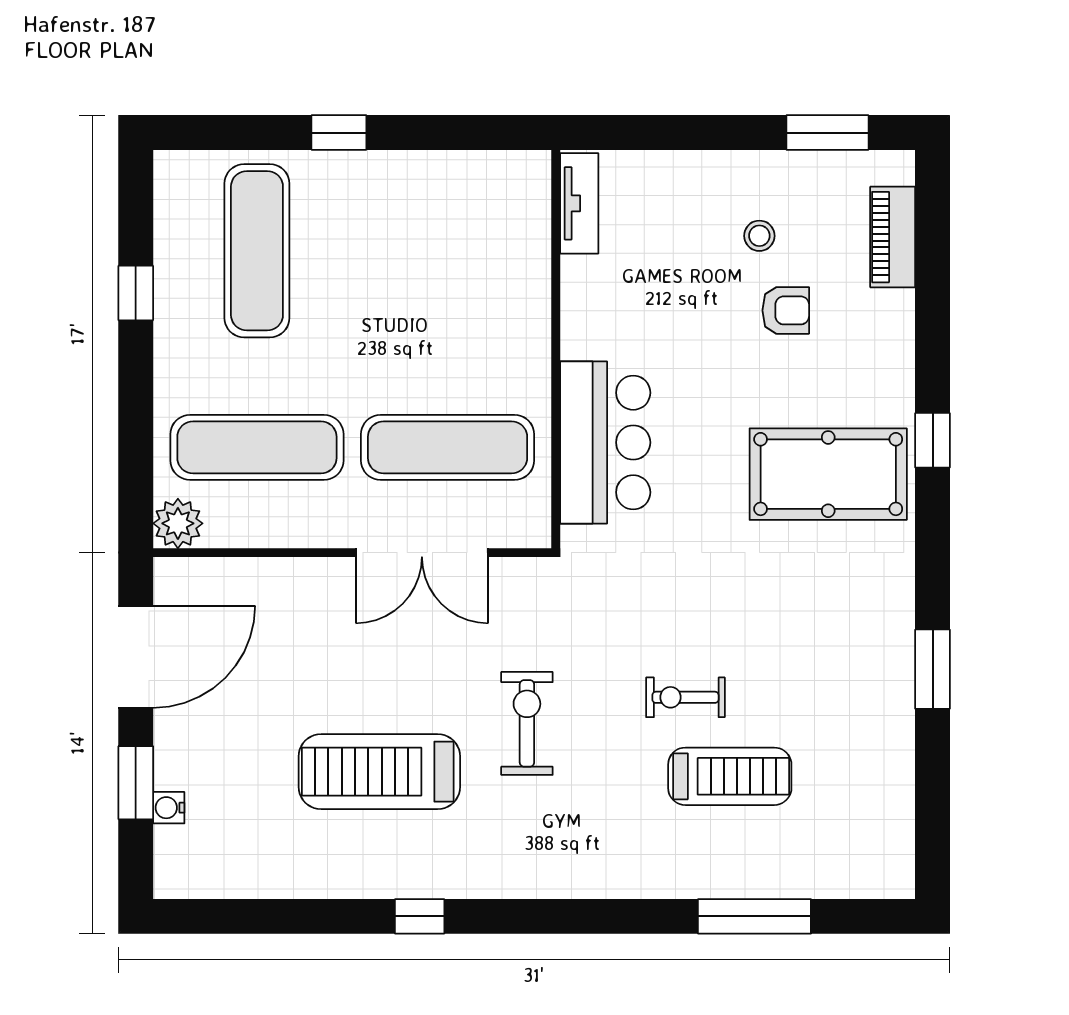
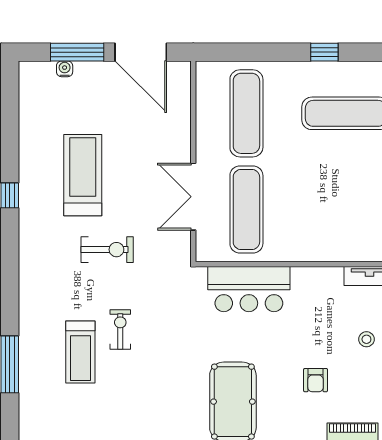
stool: (759, 236) -> (366, 339), moved
plant: (178, 523) -> (208, 73), removed
window: (136, 783) -> (77, 52), width x1.44

